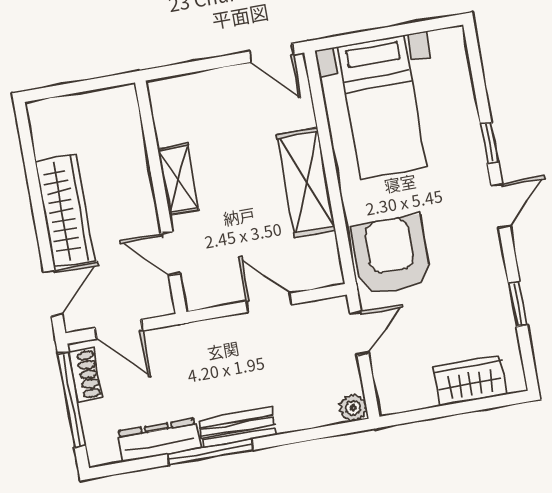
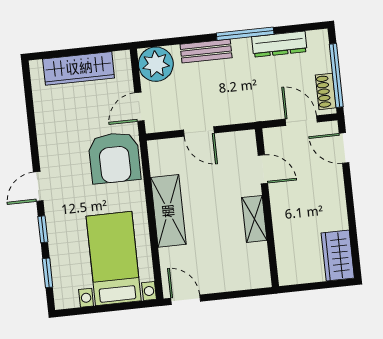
wardrobe: (65, 211) -> (338, 255), moved, width x0.67
door: (53, 293) -> (344, 148), hinge flipped
window: (518, 304) -> (48, 273), moved
wardrobe: (470, 381) -> (79, 68), width x1.50
plant: (353, 408) -> (156, 64), width x1.87, depth x1.87
bench: (237, 428) -> (206, 51), moved

